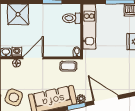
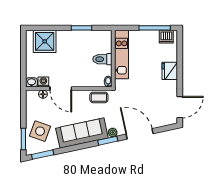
toilet: (71, 18) -> (102, 59), moved
door: (33, 58) -> (61, 88), swing flipped

